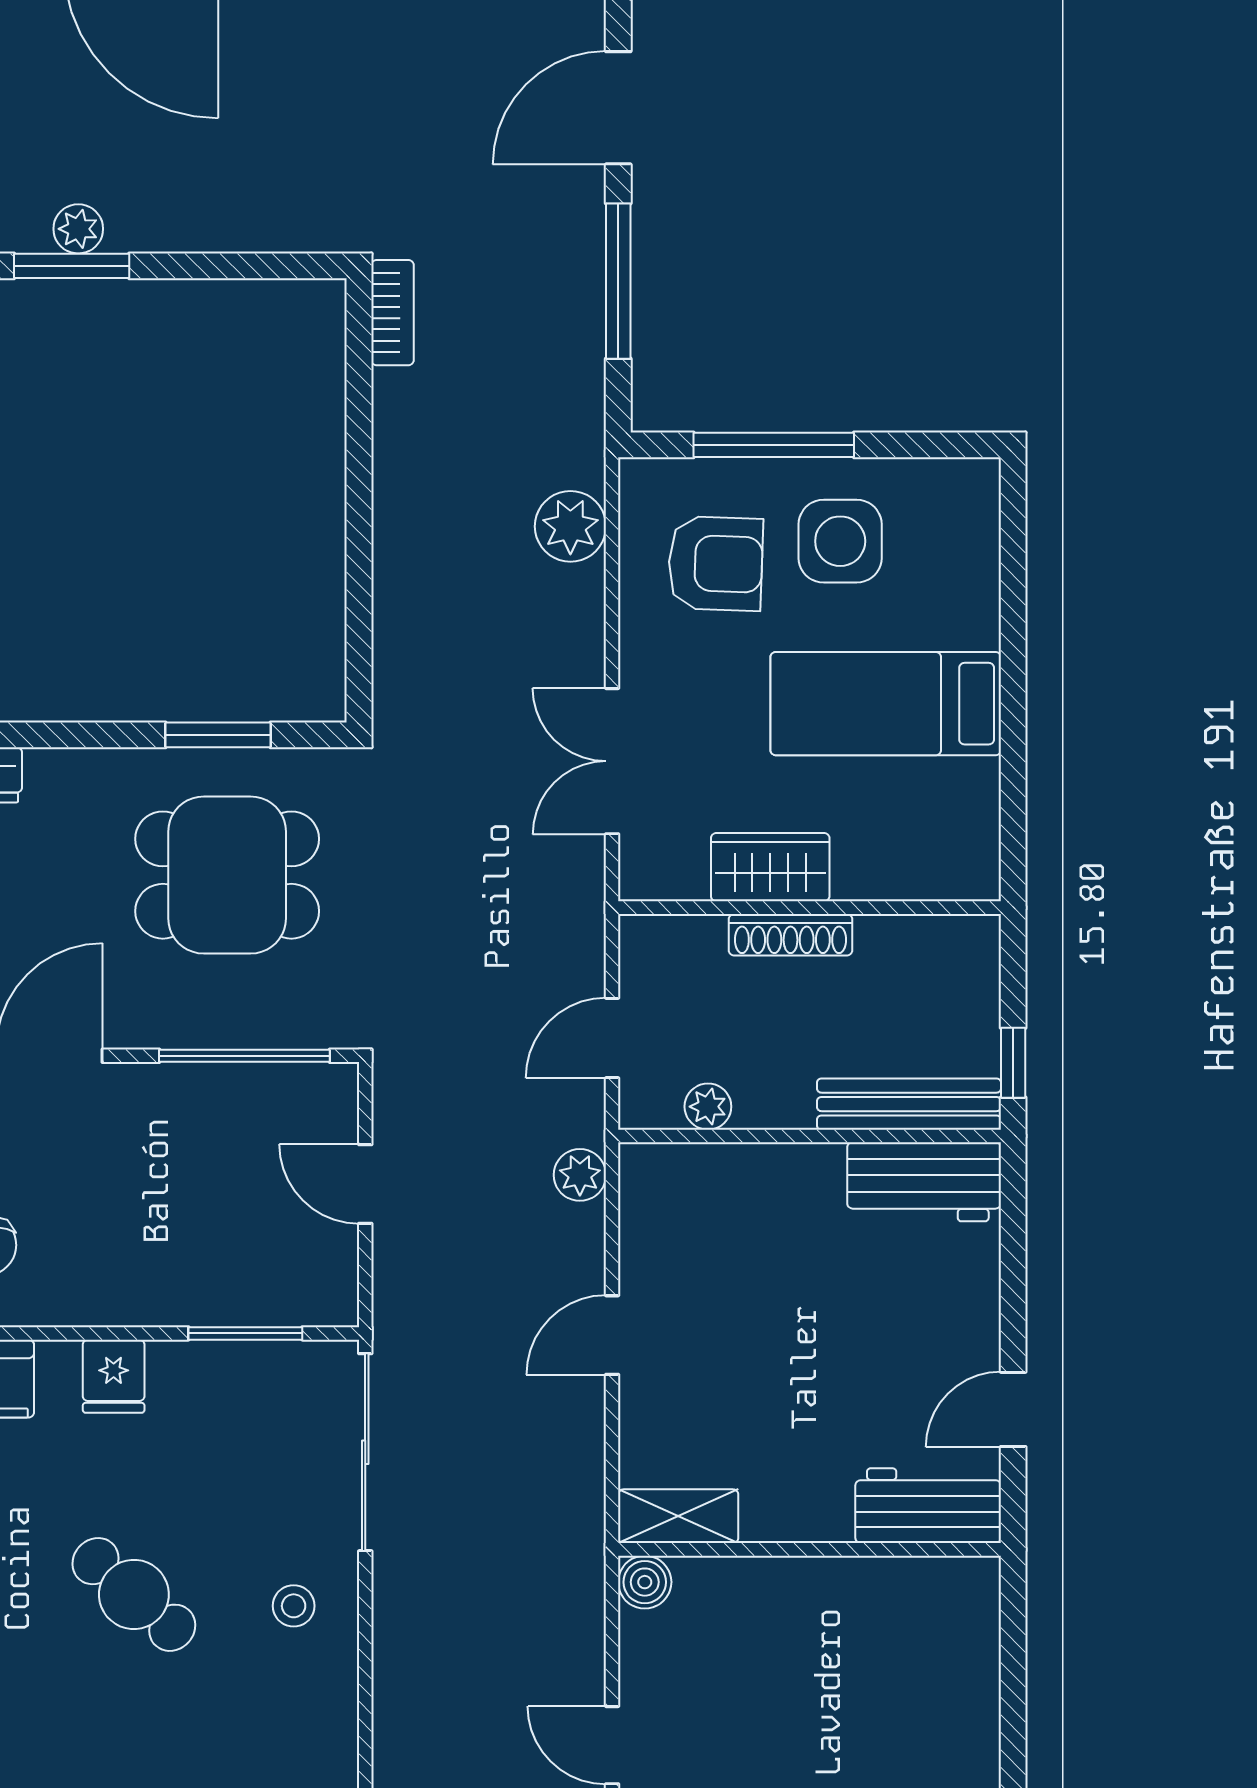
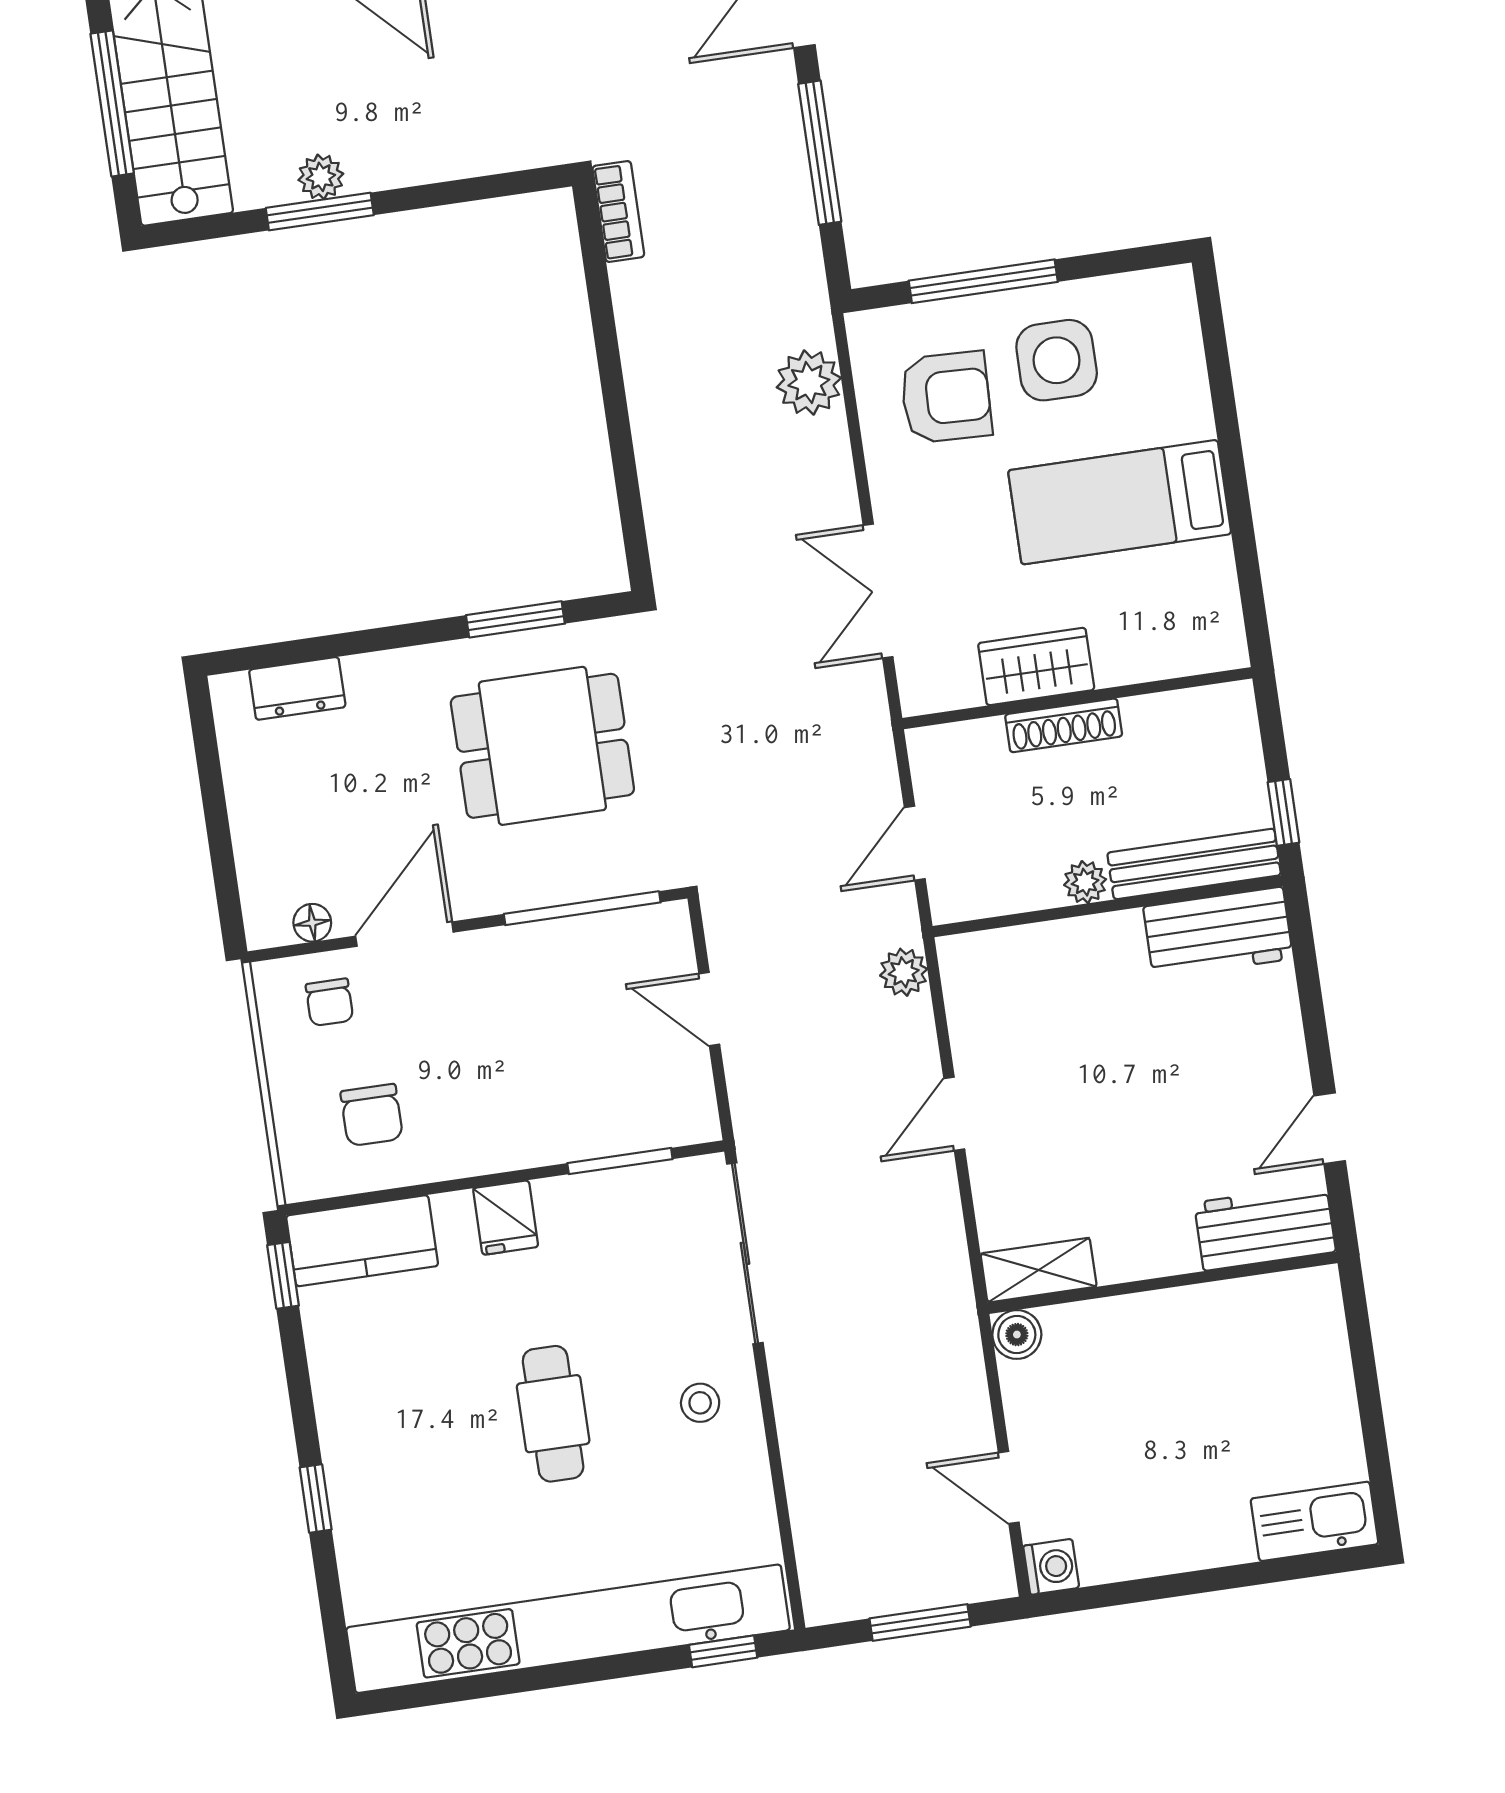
plant: (708, 1107) -> (1085, 882), moved
cafe table: (134, 1594) -> (553, 1414), turned 49

